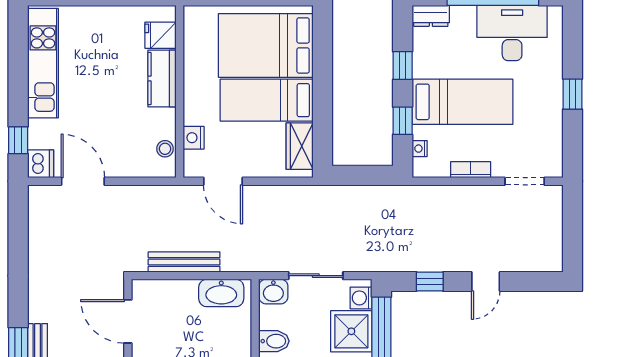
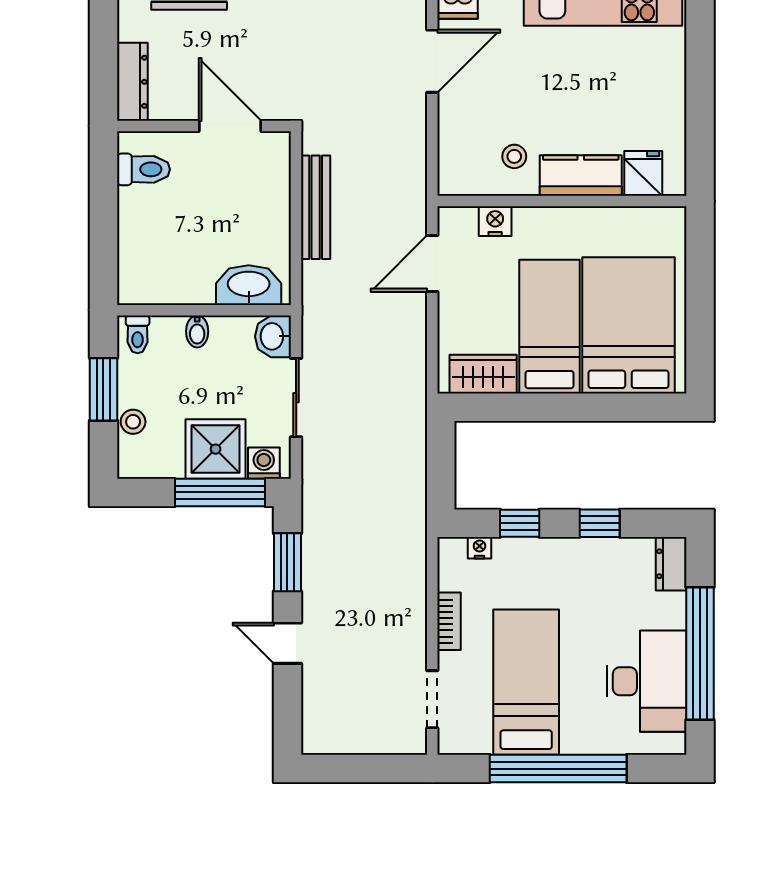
window: (573, 94) -> (558, 769), width x3.17
bed: (462, 102) -> (526, 682), moved, turned 180
stool: (165, 149) -> (514, 156), moved
window: (430, 281) -> (287, 562), width x1.50
washbasin: (221, 293) -> (249, 285), moved, turned 90
door: (128, 321) -> (230, 126), hinge flipped
bidet: (274, 341) -> (197, 331), width x0.72, depth x0.74

